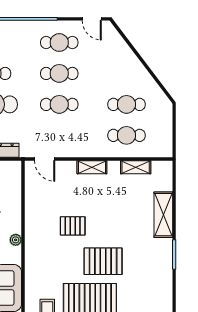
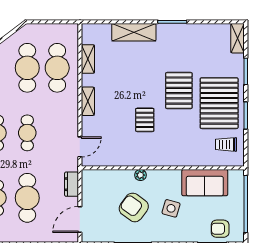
cafe table: (126, 104) -> (27, 68), width x1.37, depth x1.35
cafe table: (126, 135) -> (57, 68), width x1.37, depth x1.35
plant: (16, 240) -> (140, 175), moved

